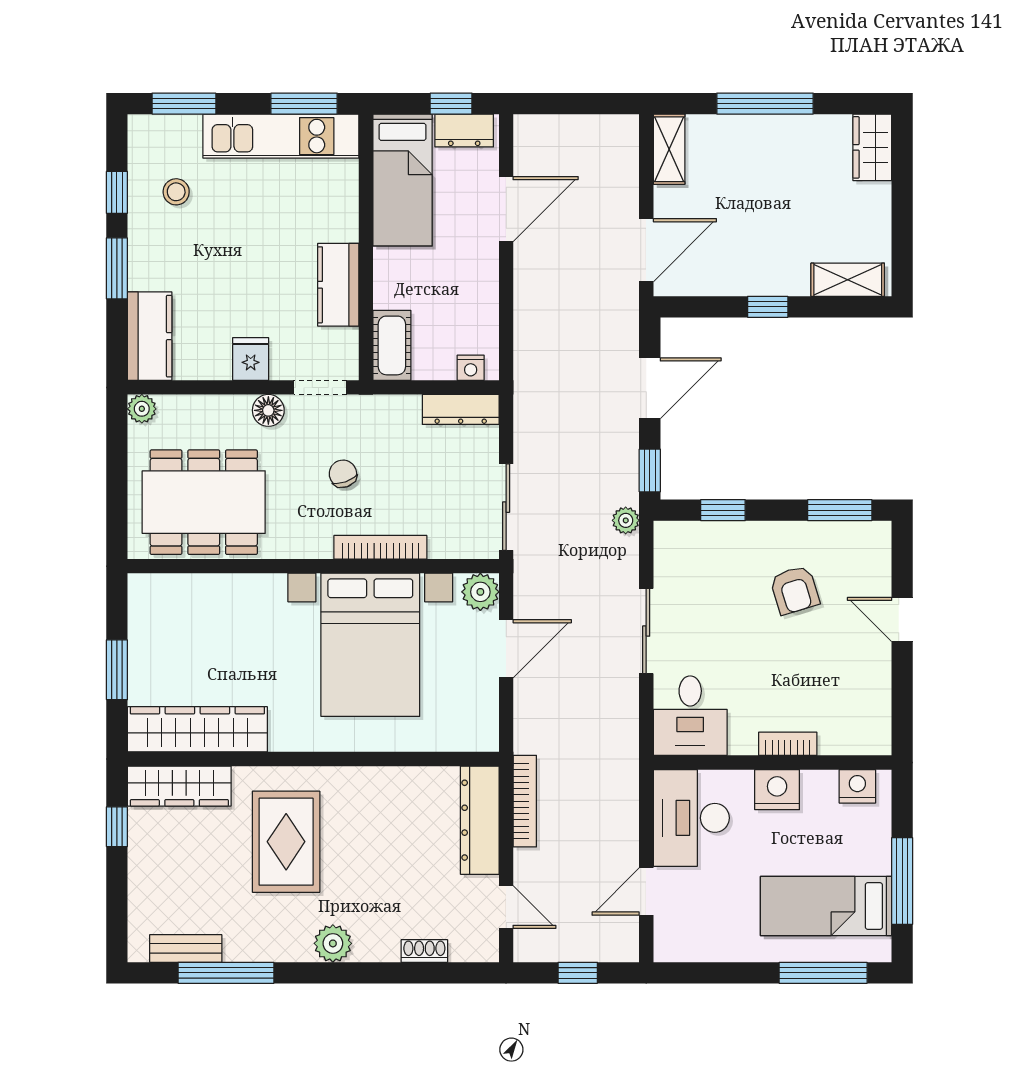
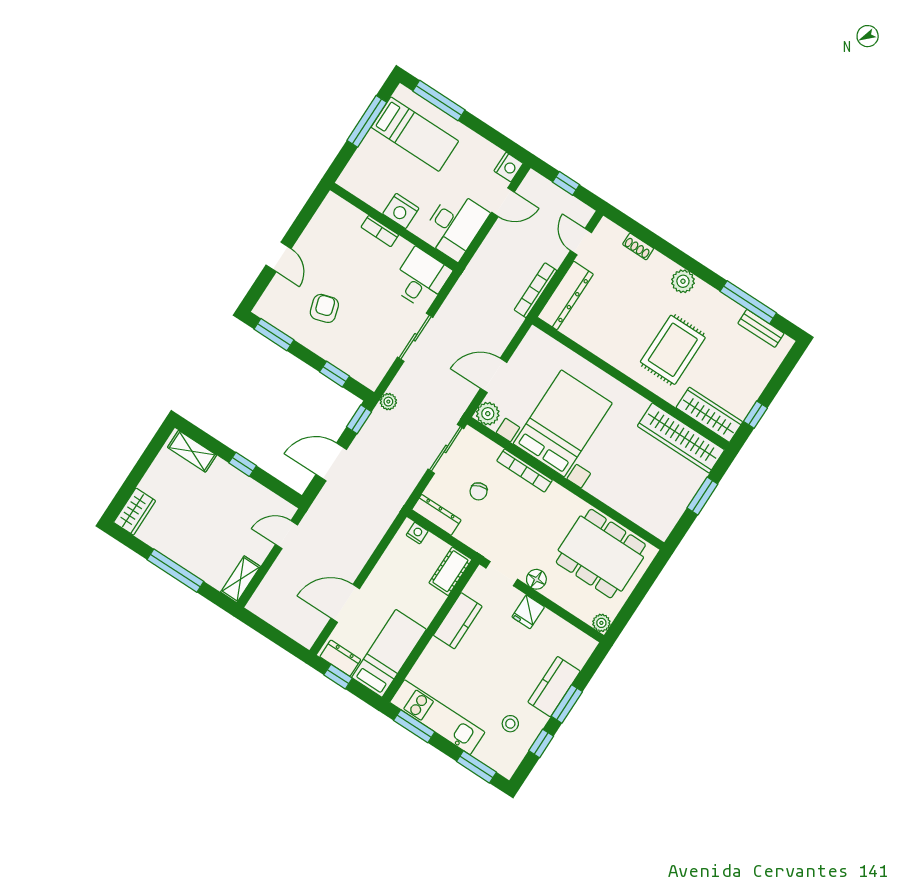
door: (646, 250) -> (286, 535), width x0.73
kitchen counter: (150, 336) -> (554, 687), moved
chair: (343, 474) -> (479, 491), moved
nightstand: (857, 786) -> (508, 167), moved, turned -90

